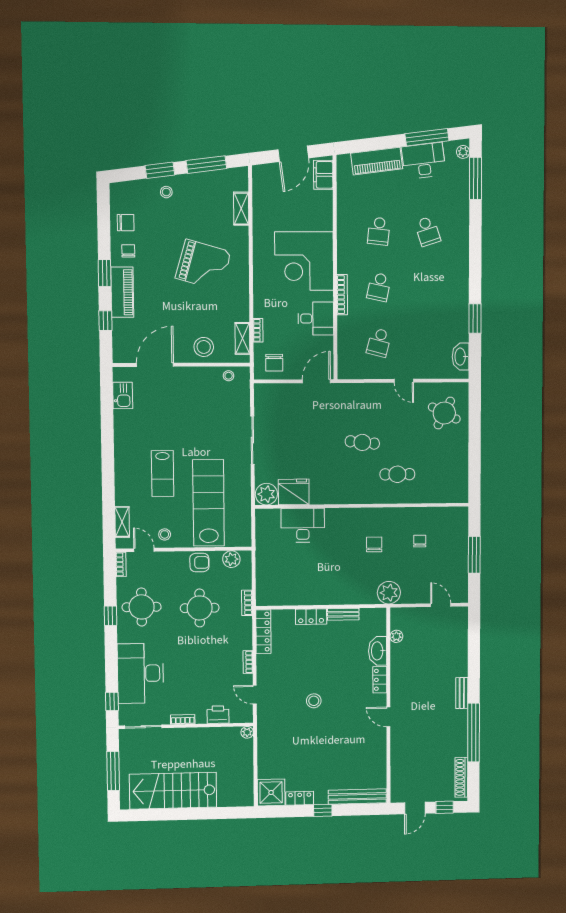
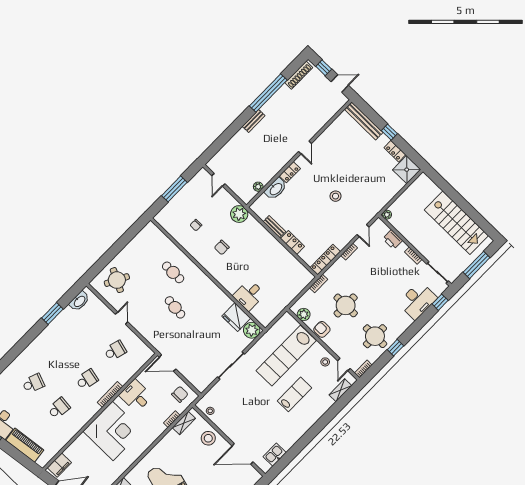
school desk: (428, 231) -> (33, 383), turned 39
desk: (303, 525) -> (249, 295), width x0.73
desk: (140, 673) -> (417, 300), width x0.73, depth x0.77

